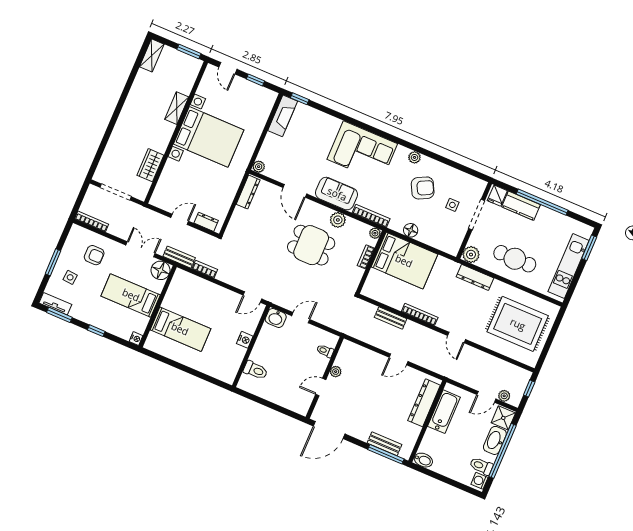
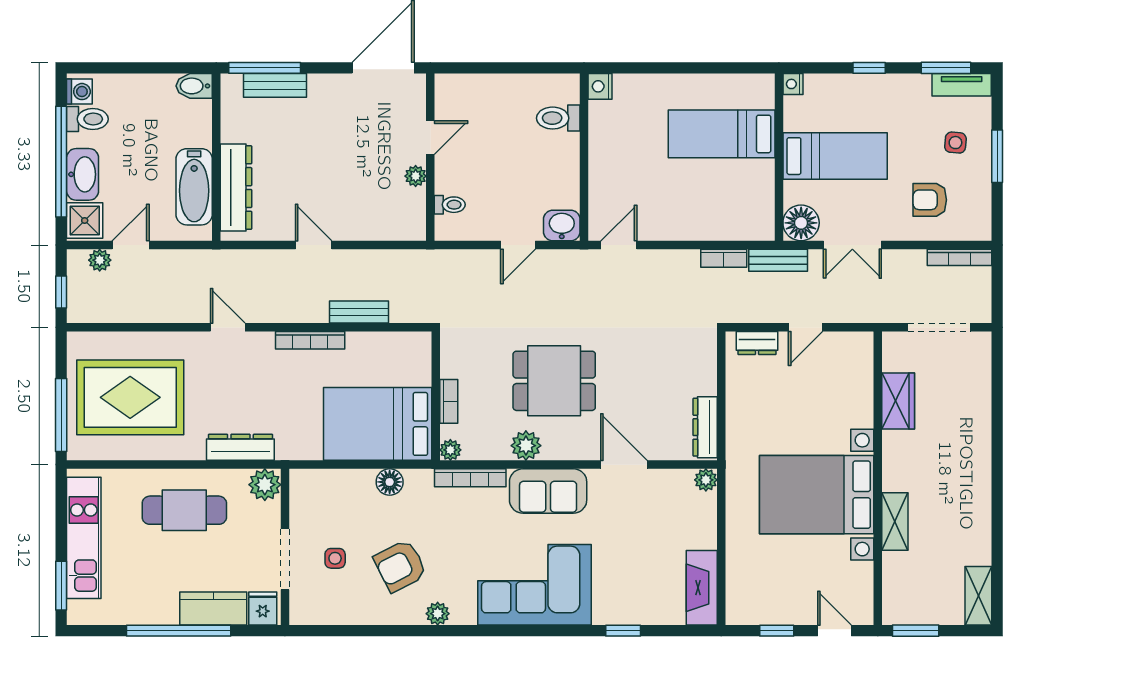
window: (300, 99) -> (623, 631), moved
window: (554, 330) -> (61, 415), added
nightstand: (245, 340) -> (600, 86), moved
door: (399, 359) -> (314, 245), hinge flipped

